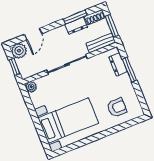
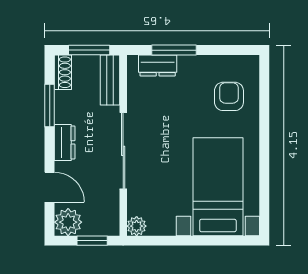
dresser: (76, 26) -> (65, 142), moved

